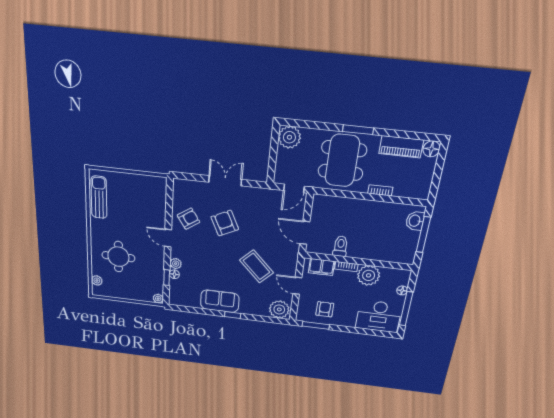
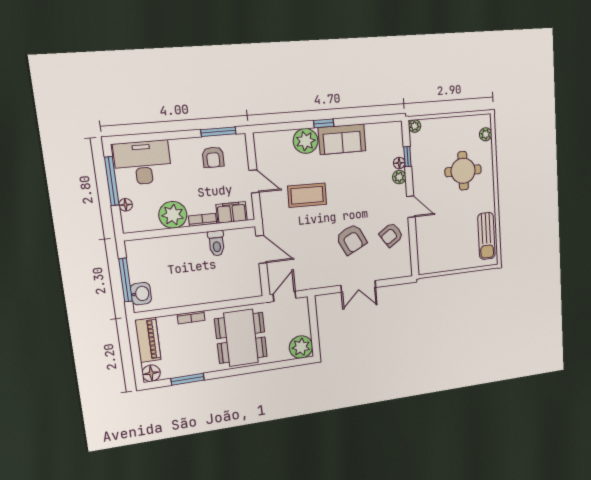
window: (358, 130) -> (188, 379), moved
piano: (401, 147) -> (148, 340), moved, turned 90
coffee table: (256, 266) -> (307, 195), turned -44
plant: (279, 309) -> (306, 141), moved

